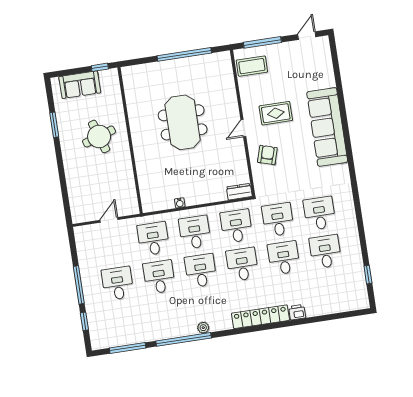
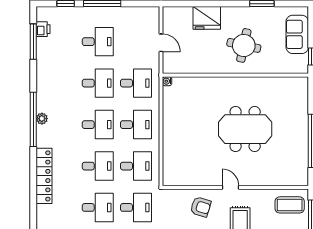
coffee table: (252, 66) -> (290, 205), turned 90
round table: (99, 136) -> (244, 45), turned 30
fridge: (77, 178) -> (207, 18), added
dresser: (239, 192) -> (169, 174), removed
water cooler: (180, 203) -> (167, 81), moved
printer: (297, 312) -> (43, 29), moved
window: (184, 339) -> (33, 119), moved

